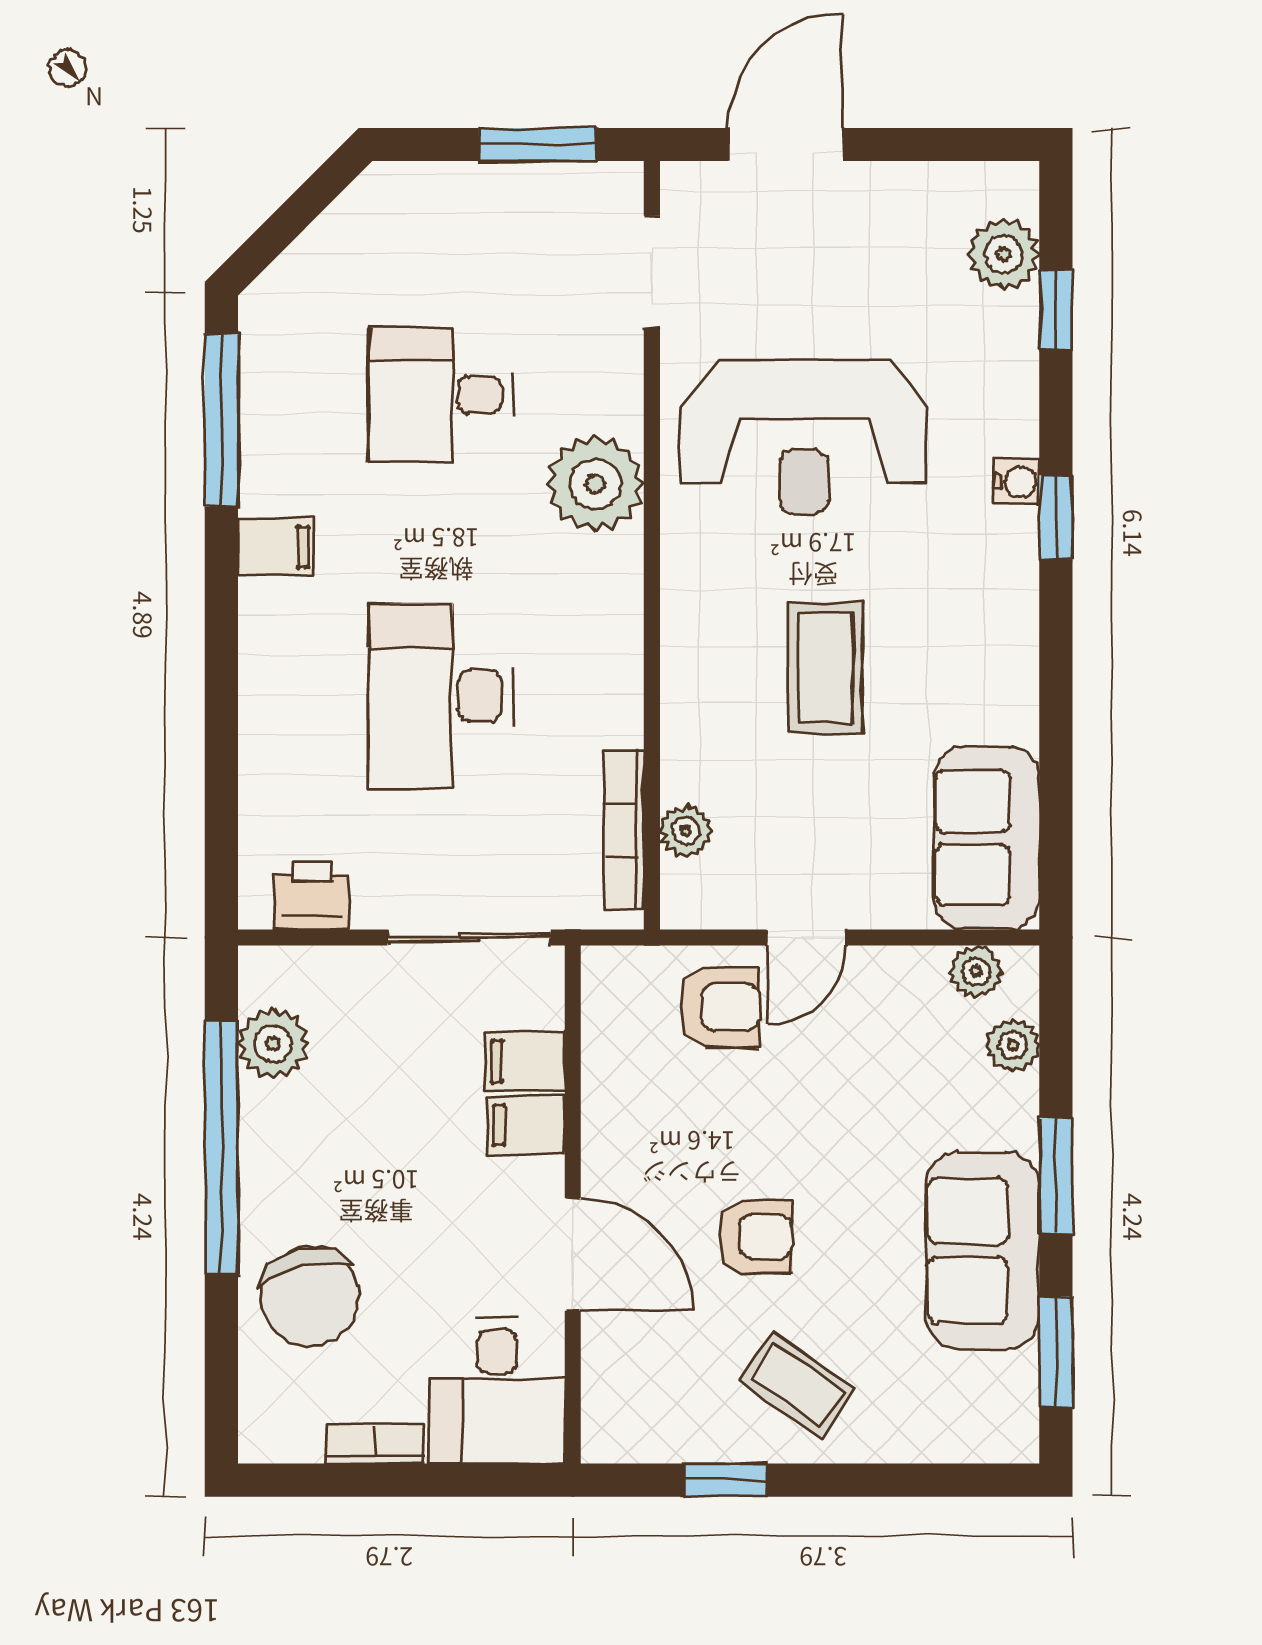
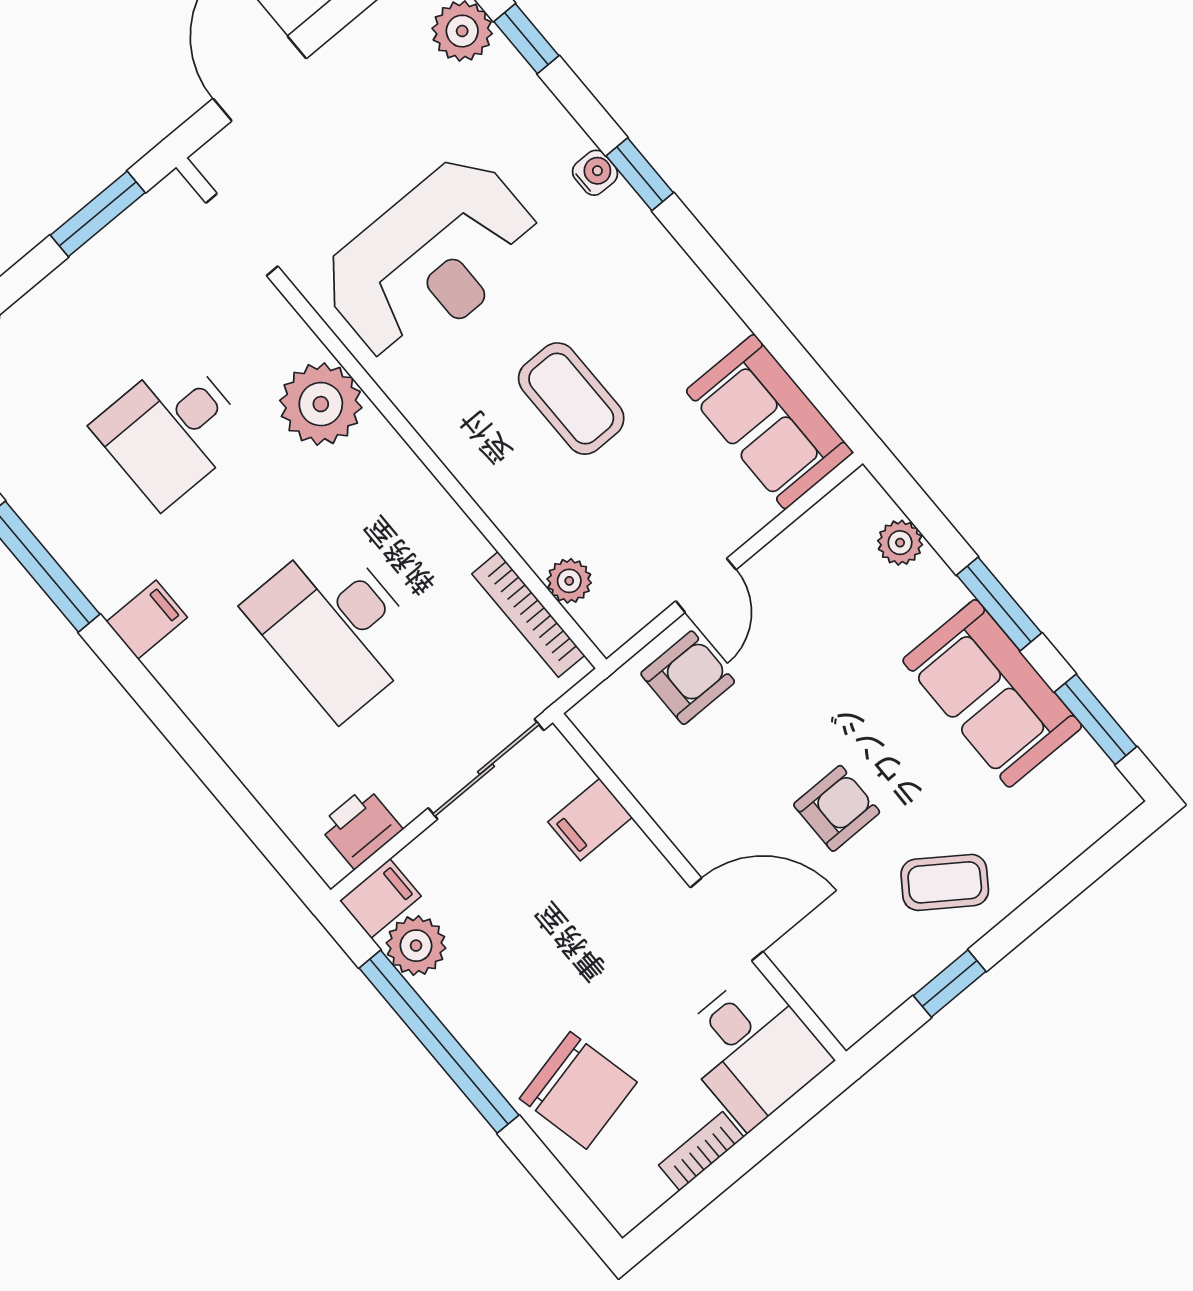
plant: (976, 972) -> (836, 515), removed
filing cabinet: (526, 1125) -> (380, 898), moved, turned 180

